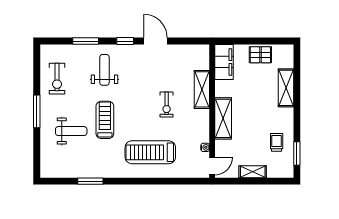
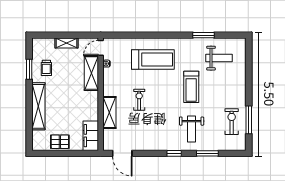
door: (155, 41) -> (122, 153), moved
shelving: (286, 88) -> (38, 106), width x1.47
window: (37, 111) -> (249, 120), moved
shelving: (223, 118) -> (91, 73), moved
weight bench: (71, 131) -> (219, 58), moved, turned 180
window: (297, 153) -> (29, 69), moved

